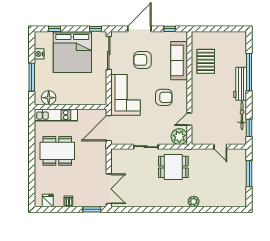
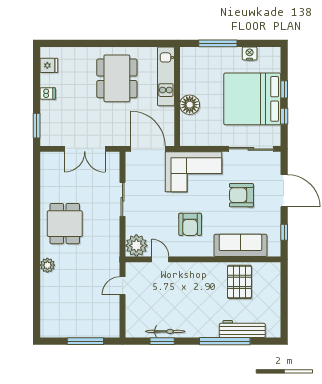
window: (54, 29) -> (284, 89), moved
window: (95, 29) -> (284, 116), moved
armchair: (143, 60) -> (241, 195), turned -90
pallet: (206, 61) -> (239, 282), turned 90
workbench: (240, 84) -> (242, 329), moved
floor lamp: (49, 98) -> (190, 105), moved
window: (249, 128) -> (162, 341), moved
door: (220, 147) -> (123, 286), moved
dining table: (173, 167) -> (65, 224), moved
double door: (109, 189) -> (85, 149), moved

